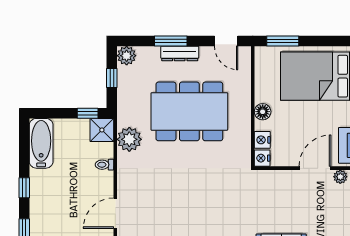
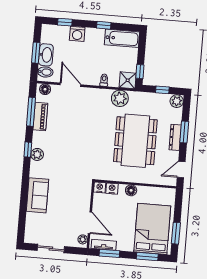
window: (283, 41) -> (176, 233), moved
window: (24, 188) -> (104, 25), moved
washing machine: (40, 209) -> (77, 34), added

